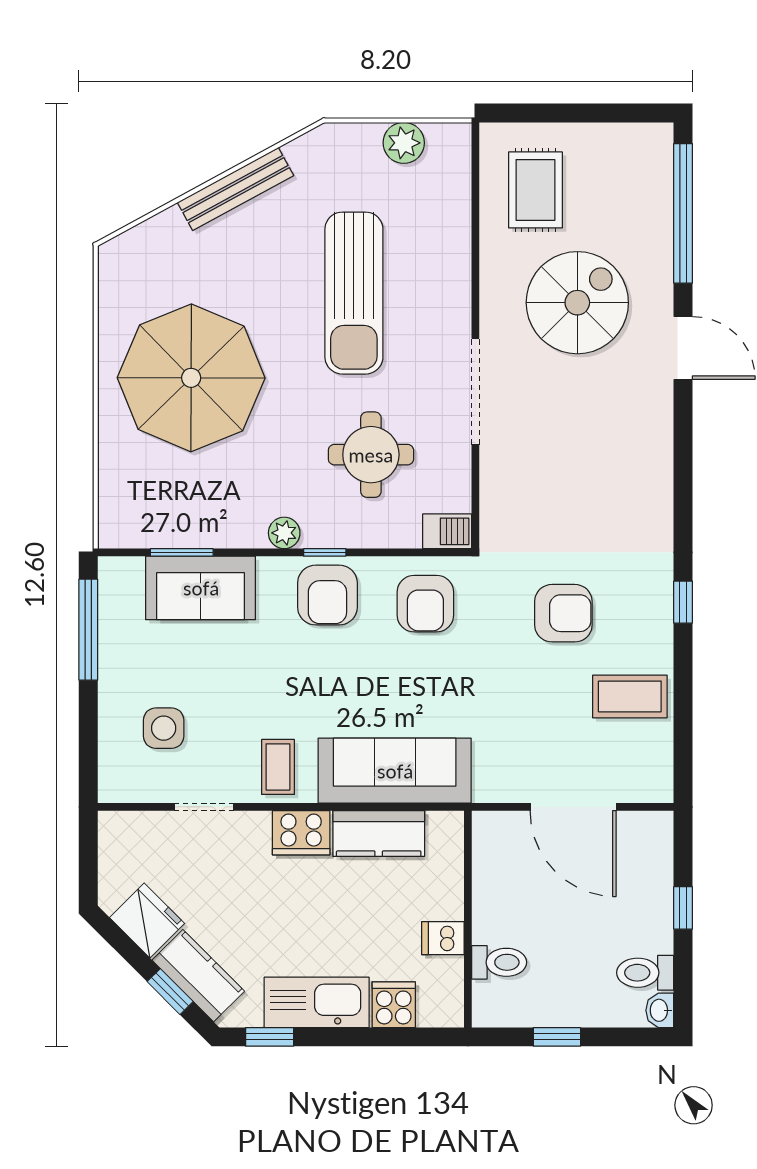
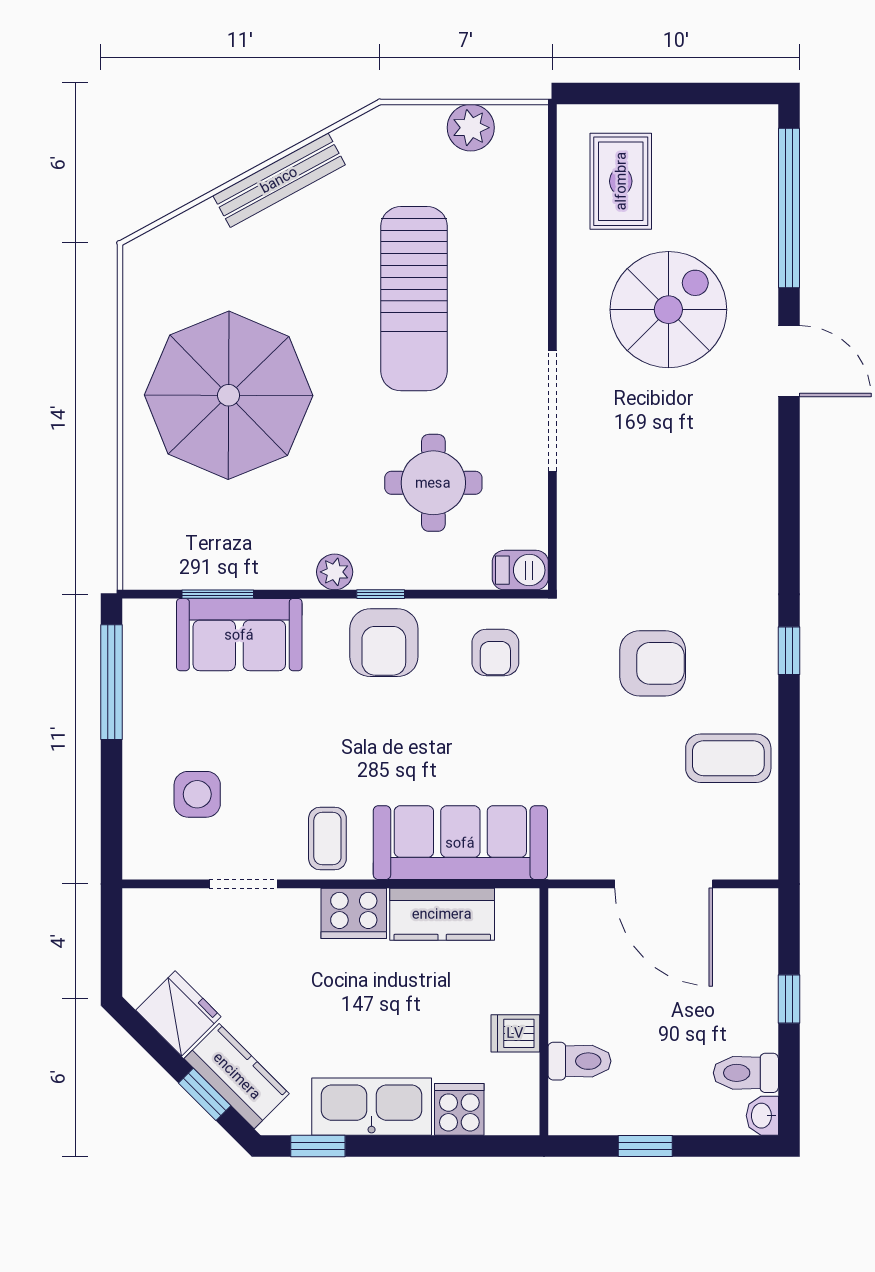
armchair: (425, 604) -> (495, 653), width x0.72, depth x0.72

